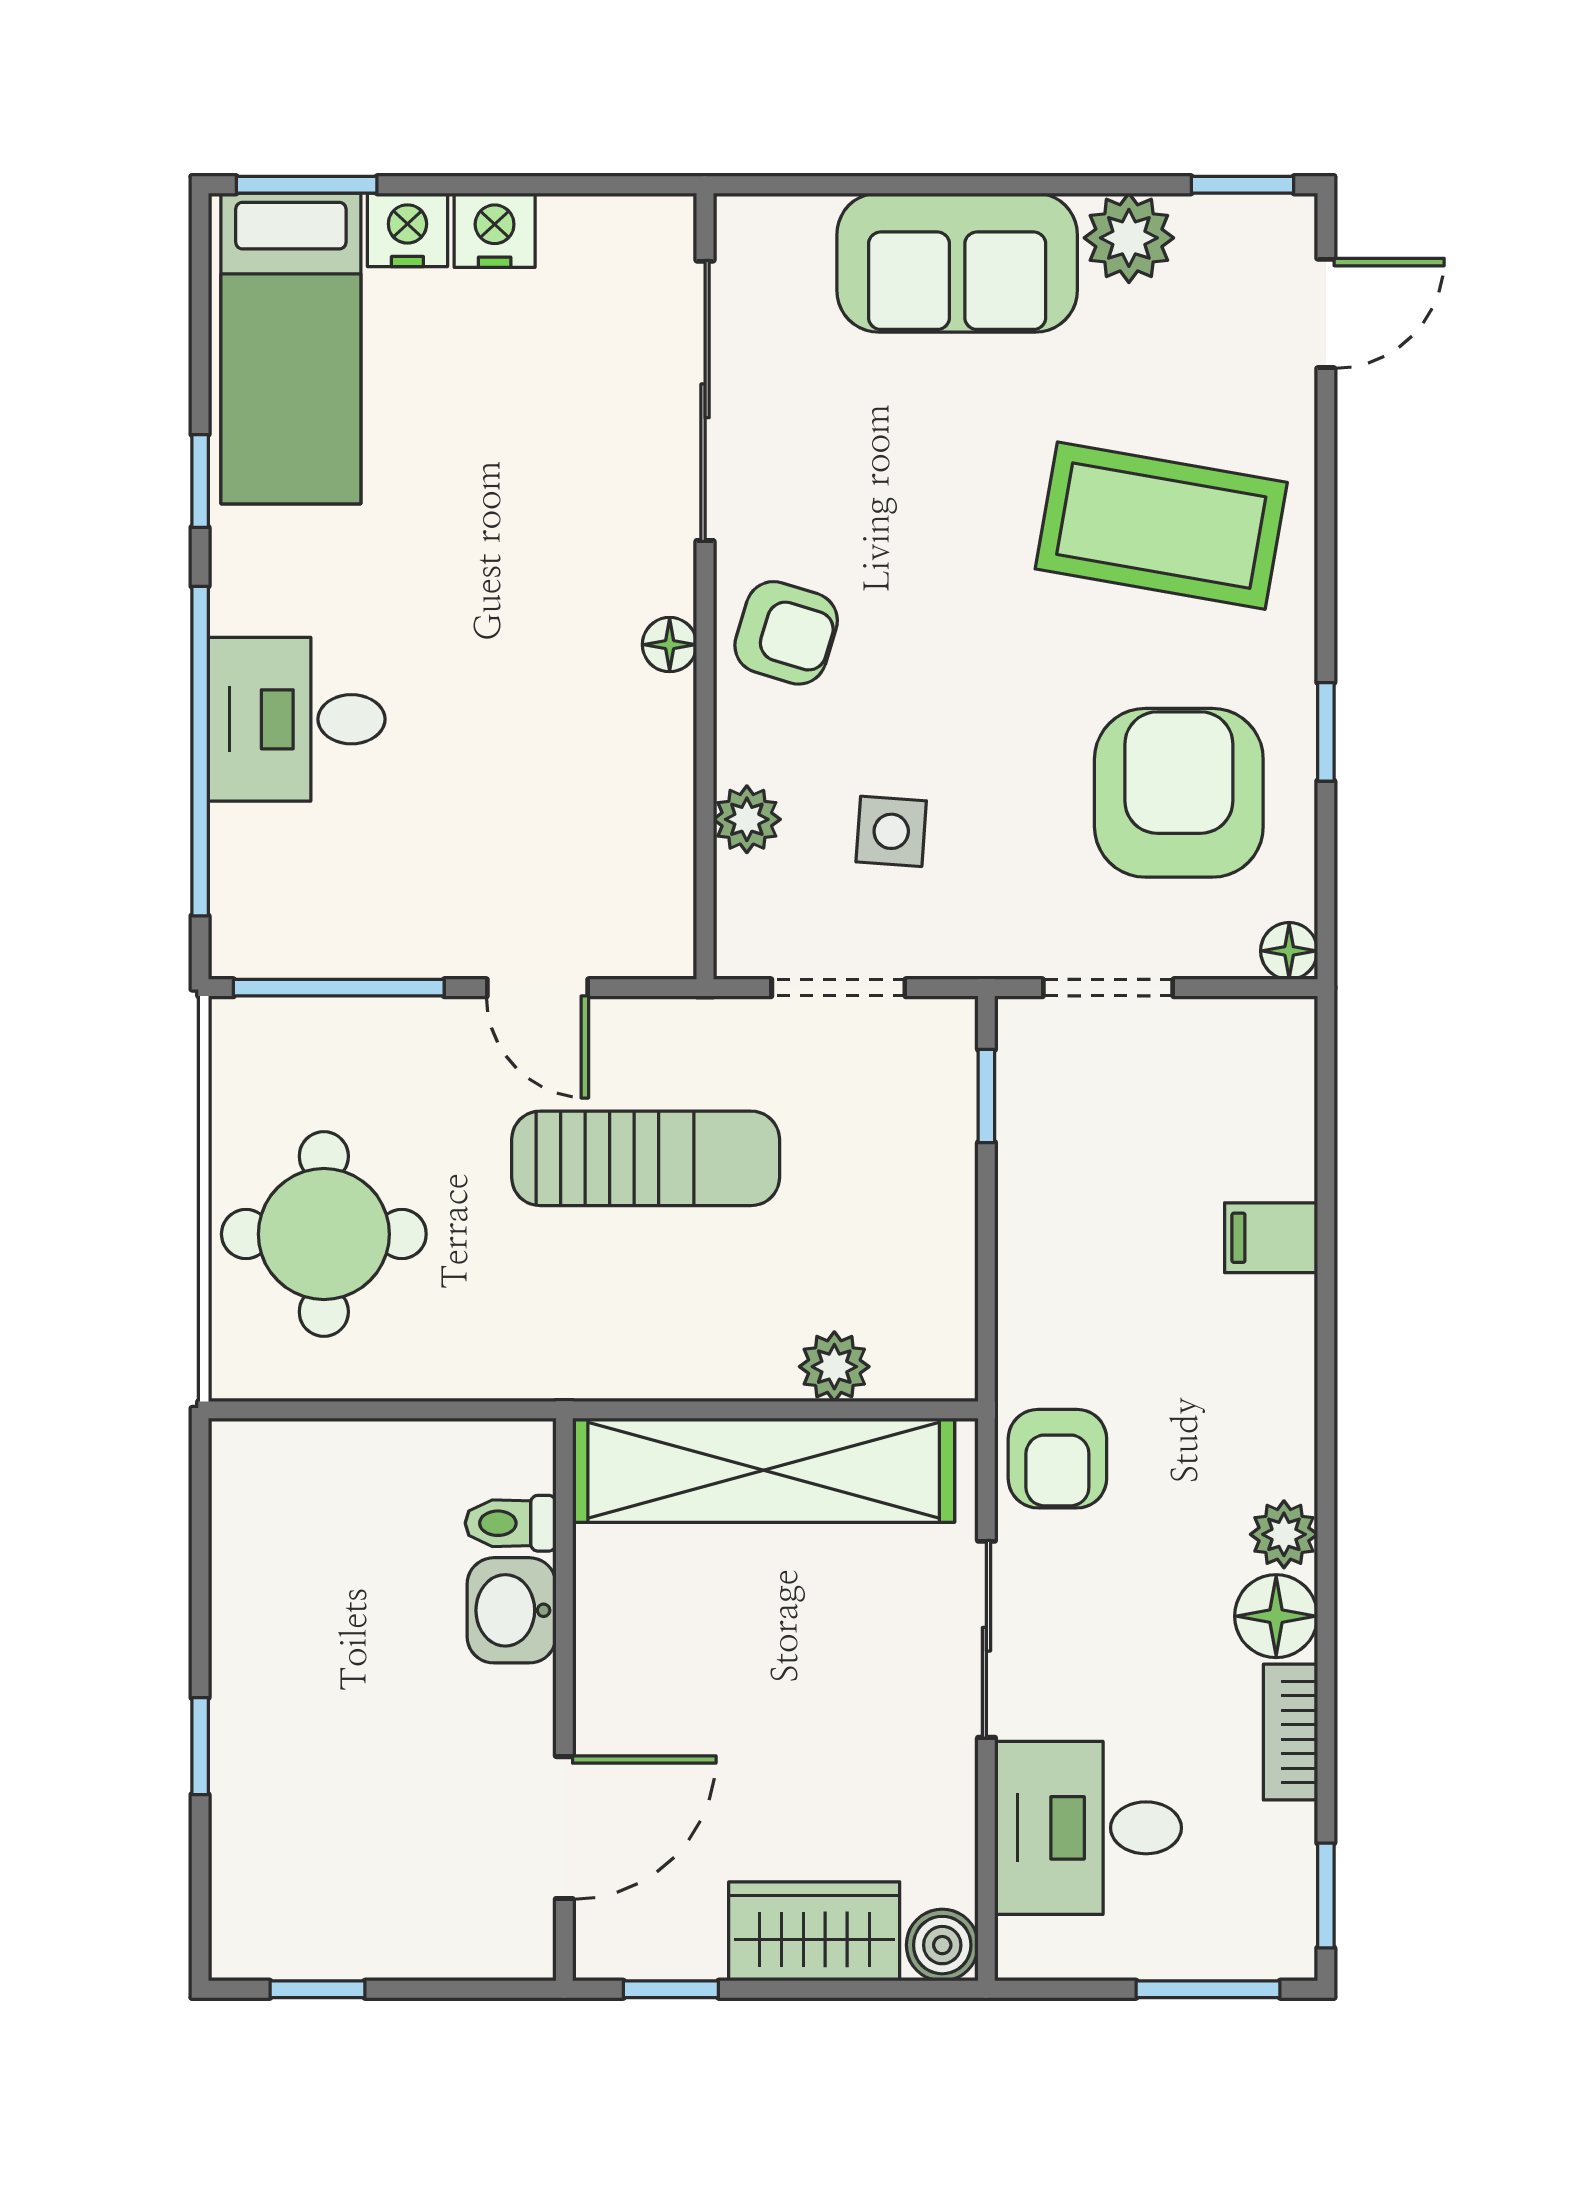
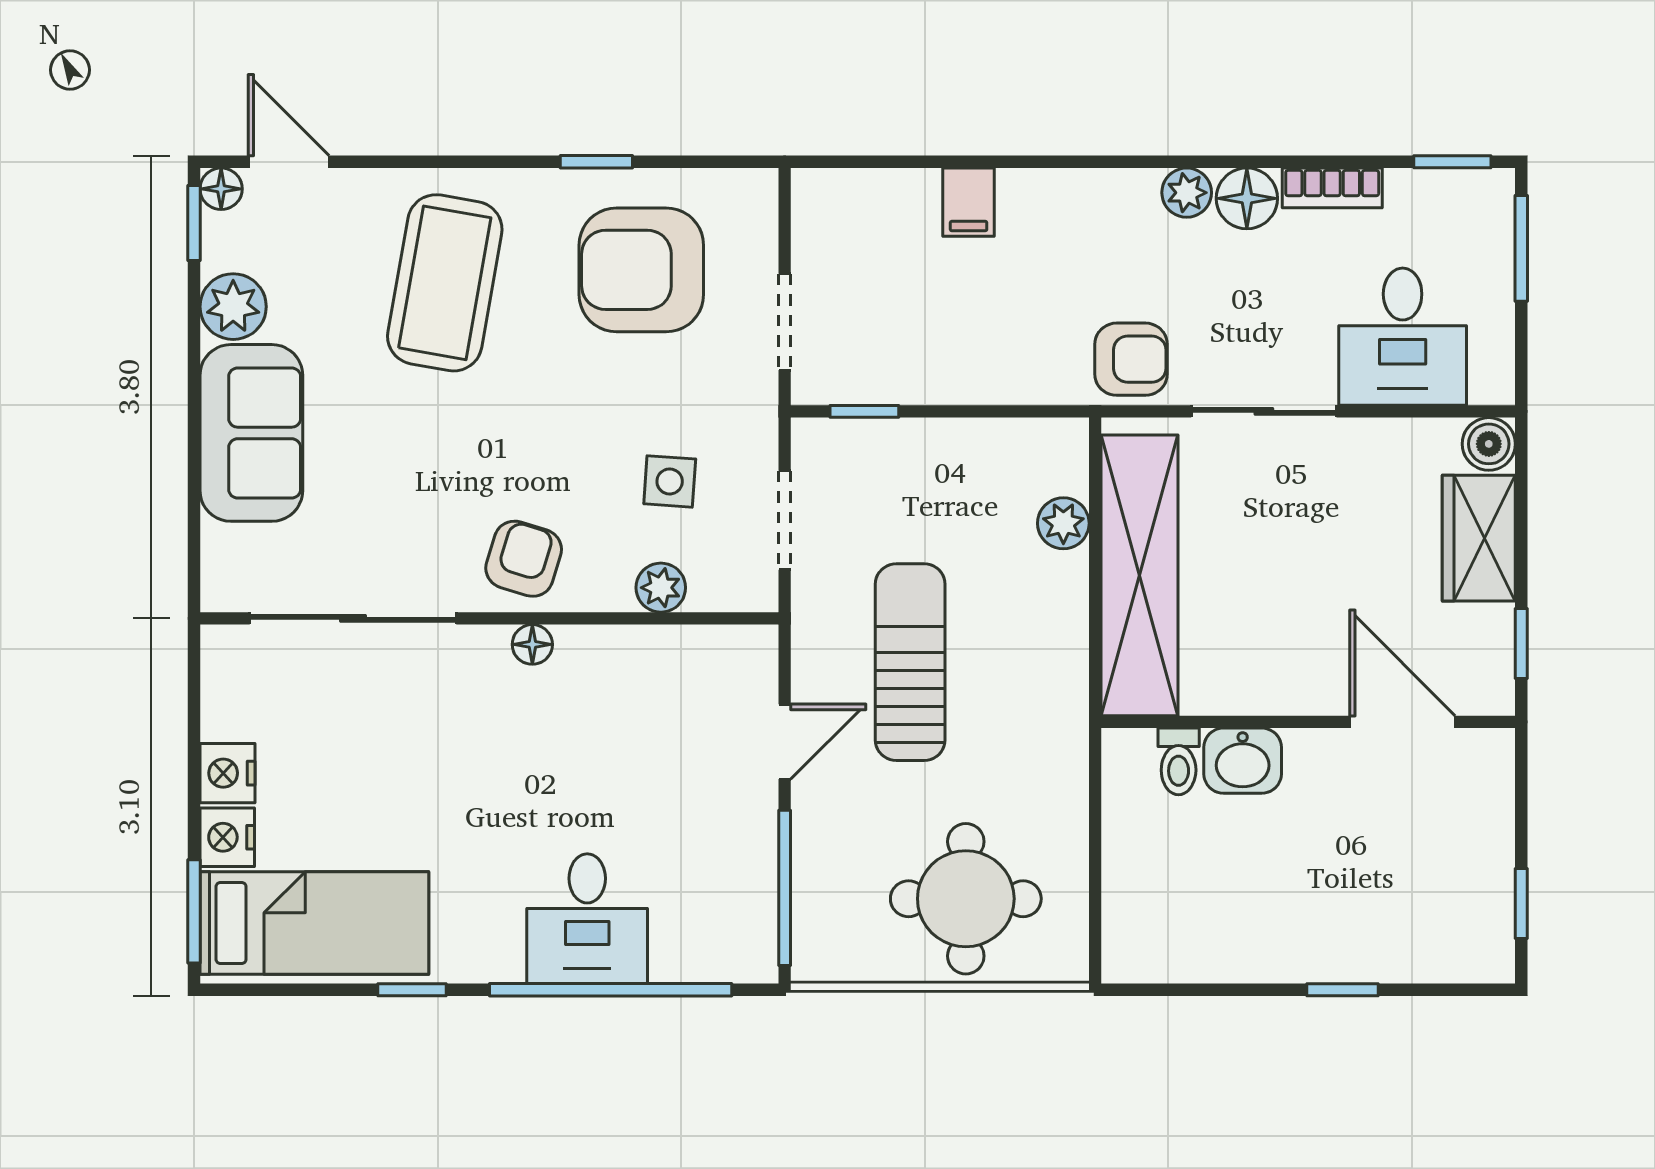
floor lamp: (1289, 951) -> (221, 189), moved

